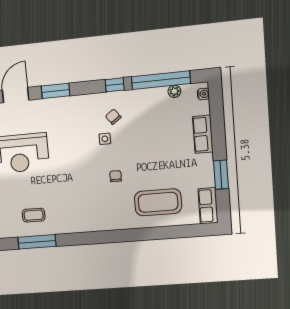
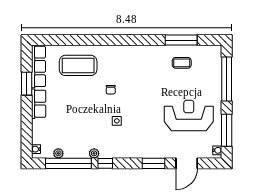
plant: (130, 96) -> (94, 153), added
chair: (113, 117) -> (109, 138), removed
row of seats: (203, 134) -> (39, 104), moved
row of seats: (208, 206) -> (38, 66), width x1.48

